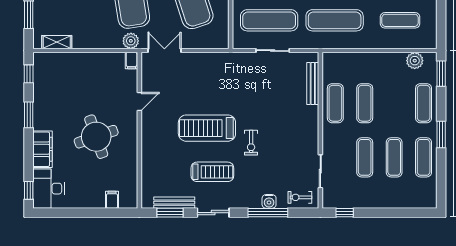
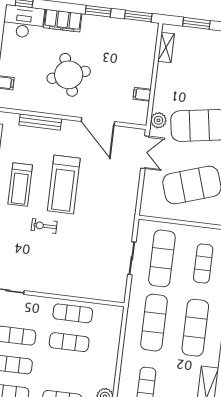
filing cabinet: (132, 61) -> (142, 94), moved
window: (29, 74) -> (138, 16), width x1.50
bench: (313, 83) -> (40, 122), moved
door: (139, 102) -> (98, 121), width x1.87
treadmill: (207, 128) -> (64, 184), turned 180

